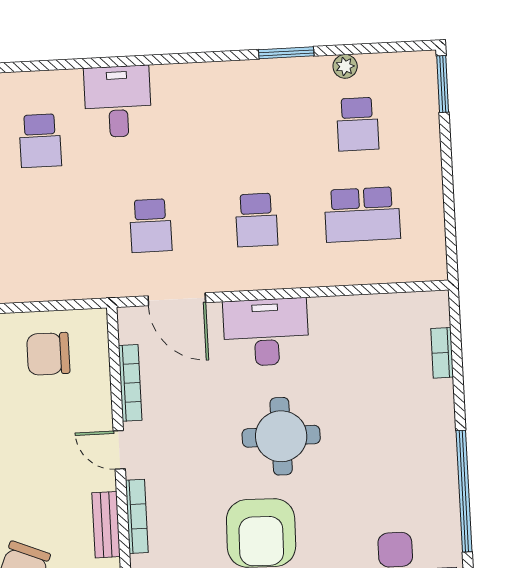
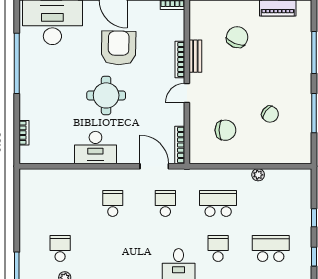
school desk: (362, 214) -> (218, 204), moved
desk: (266, 332) -> (95, 148), moved
chair: (48, 354) -> (225, 130), moved
bookcase: (130, 383) -> (180, 145), moved
door: (119, 450) -> (187, 93), swing flipped

